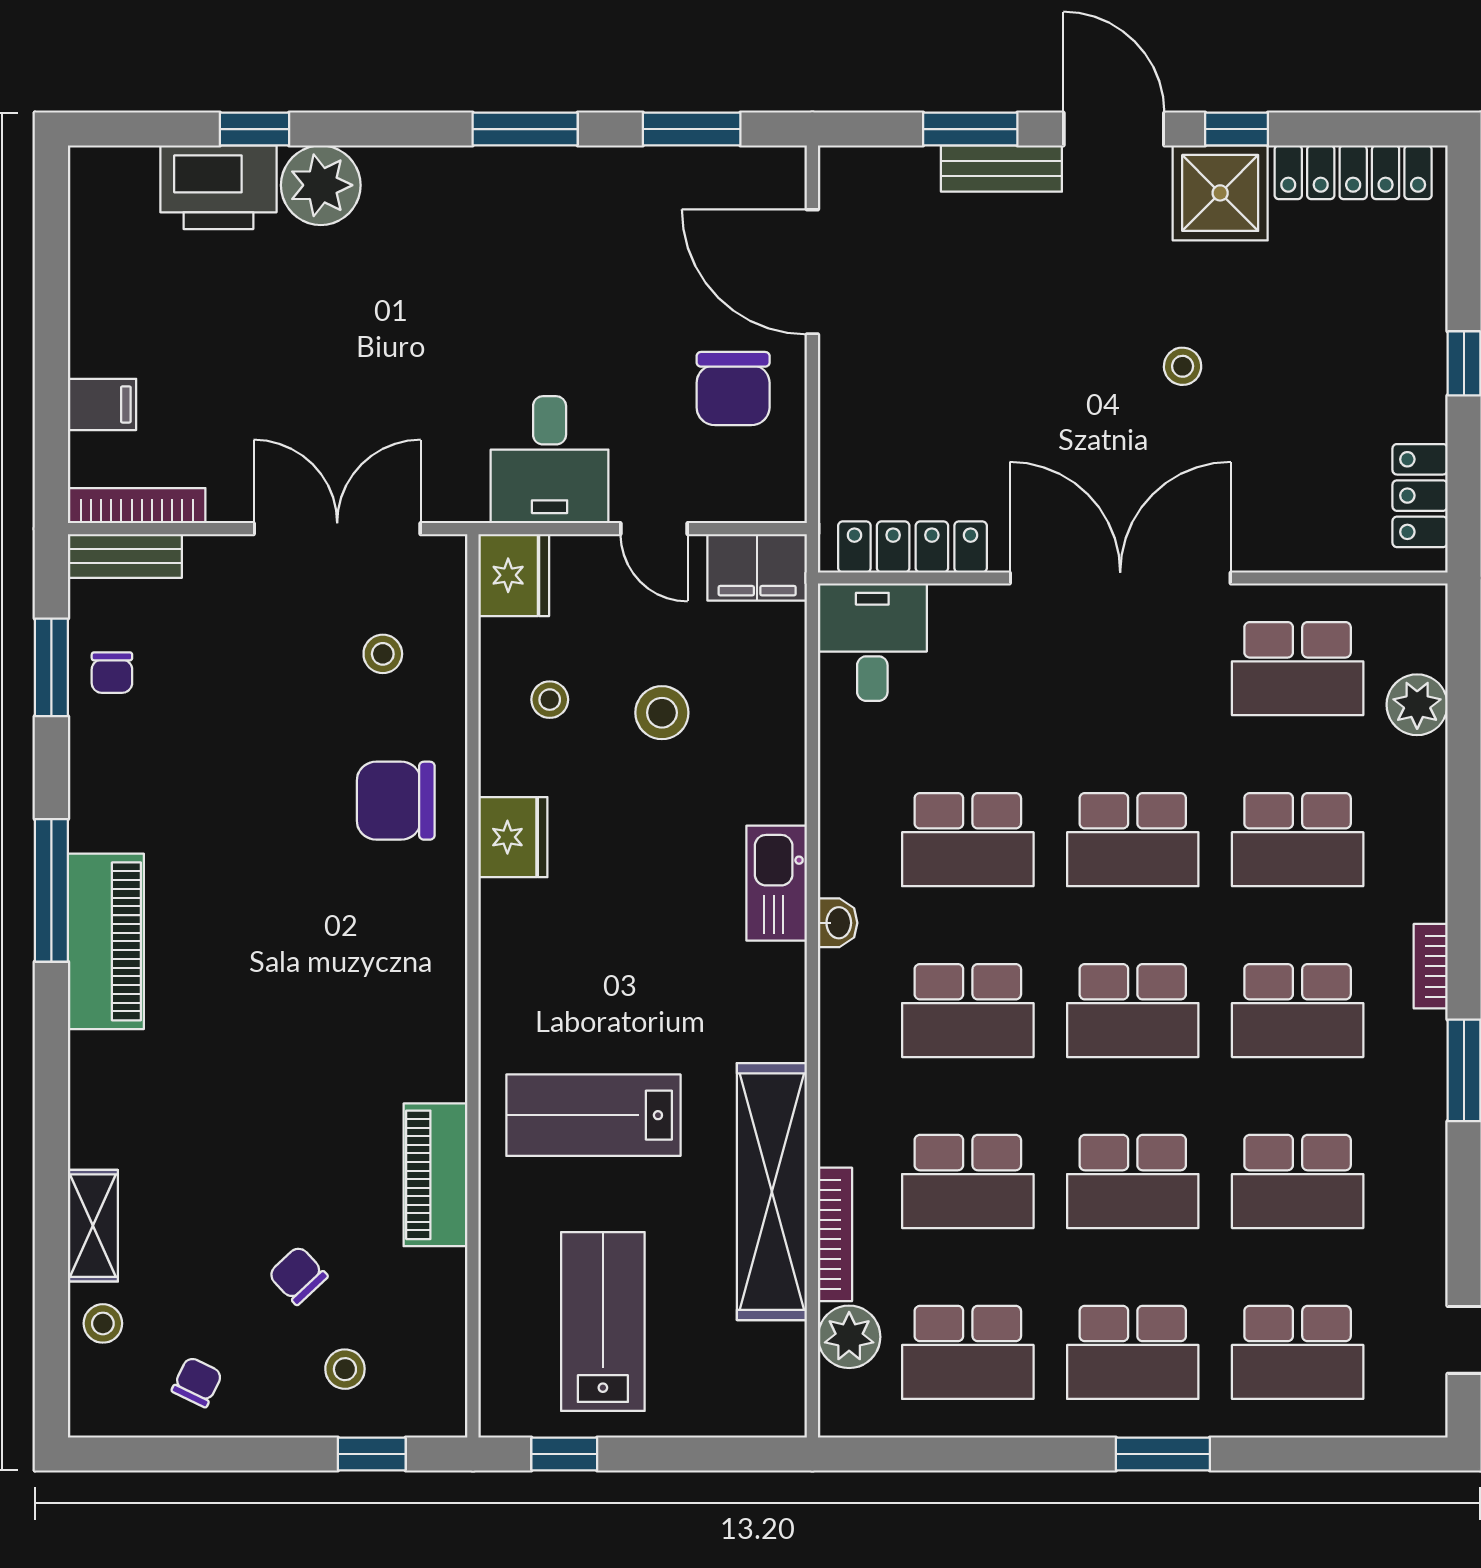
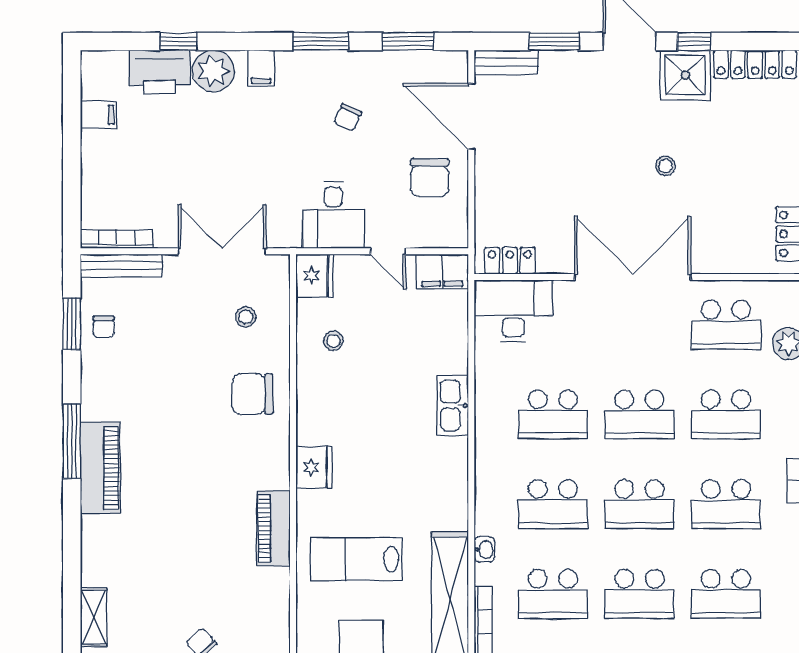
bench: (1001, 169) -> (506, 62), moved
filing cabinet: (411, 180) -> (261, 68), added
chair: (577, 274) -> (348, 117), added
filing cabinet: (102, 404) -> (98, 115), moved
locker: (912, 547) -> (510, 261), width x0.66
bench: (125, 556) -> (121, 266), width x1.36
desk: (872, 642) -> (513, 311), width x1.37
stool: (662, 713) -> (392, 348), removed
fridge: (513, 837) -> (314, 467), moved
kitchen sink: (777, 883) -> (453, 405), moved
washbasin: (838, 923) -> (485, 549), moved
piano: (436, 1175) -> (273, 528), moved

